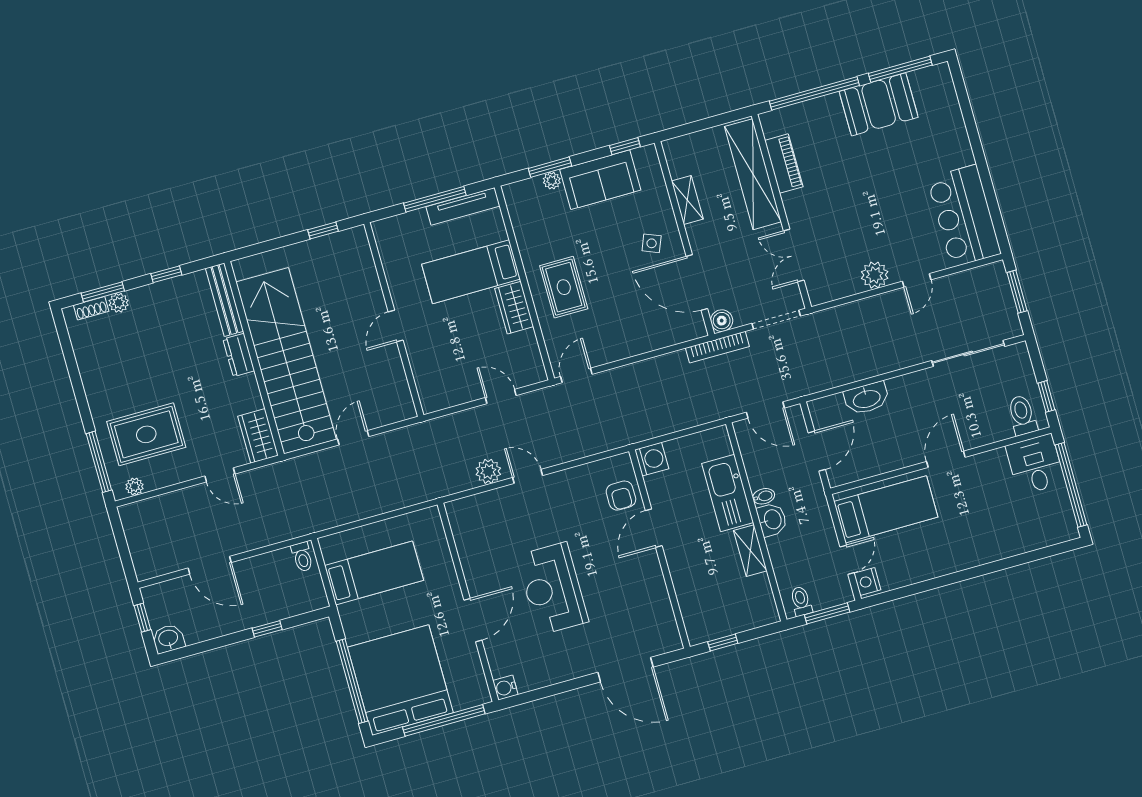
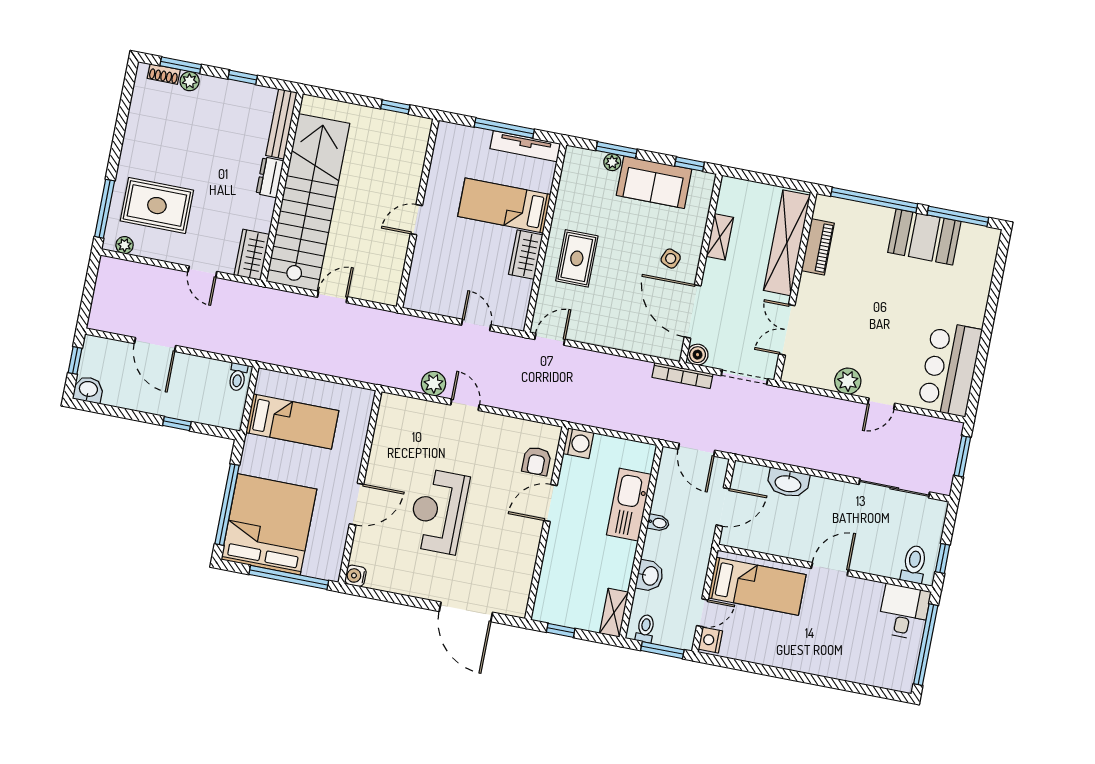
washbasin: (772, 520) -> (650, 576), moved
shelving: (750, 551) -> (614, 613), moved

